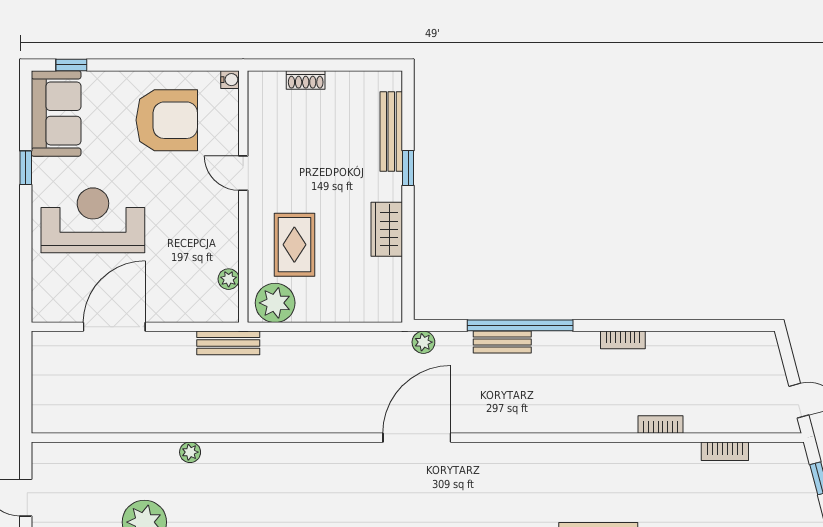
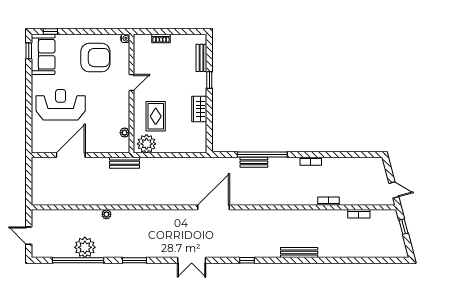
bench: (391, 131) -> (201, 58), width x0.73
window: (26, 168) -> (29, 51), moved
door: (243, 173) -> (132, 83), swing flipped
plant: (423, 342) -> (217, 162), removed

